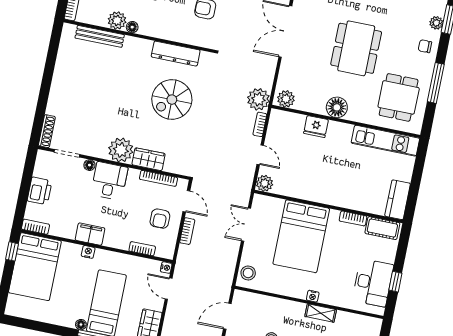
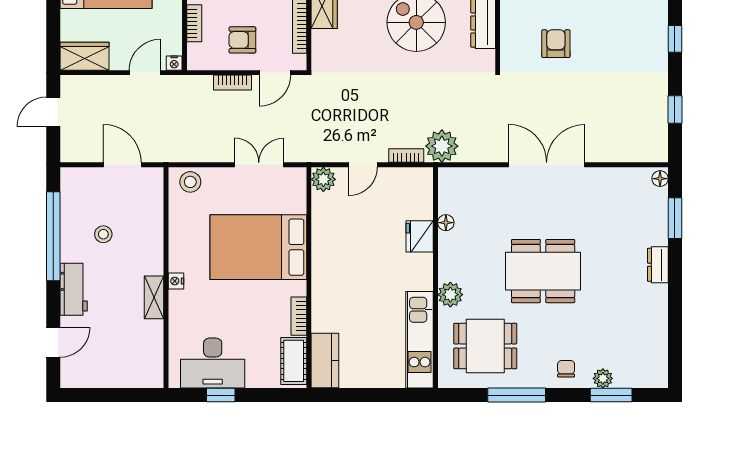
plant: (286, 99) -> (450, 295), moved
floor lamp: (337, 107) -> (446, 223), moved, width x0.53, depth x0.53
kitchen counter: (398, 200) -> (325, 360), moved, turned 90

